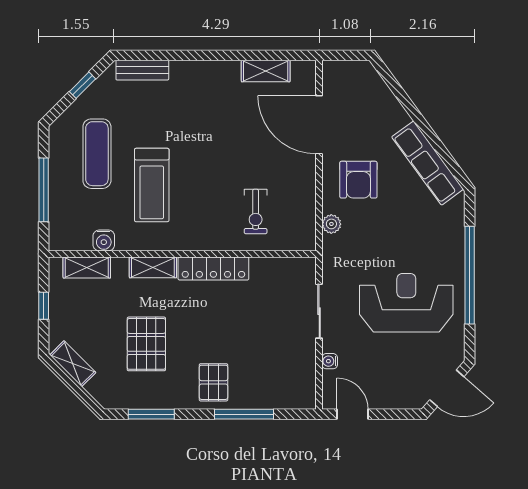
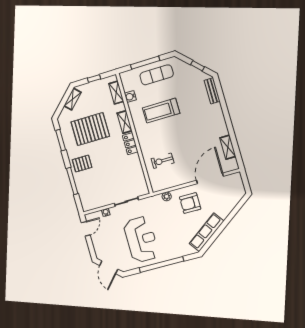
exercise mat: (97, 154) -> (157, 75), moved
locker: (213, 268) -> (130, 144), width x0.66
pallet: (146, 344) -> (90, 129), width x1.37, depth x1.41

